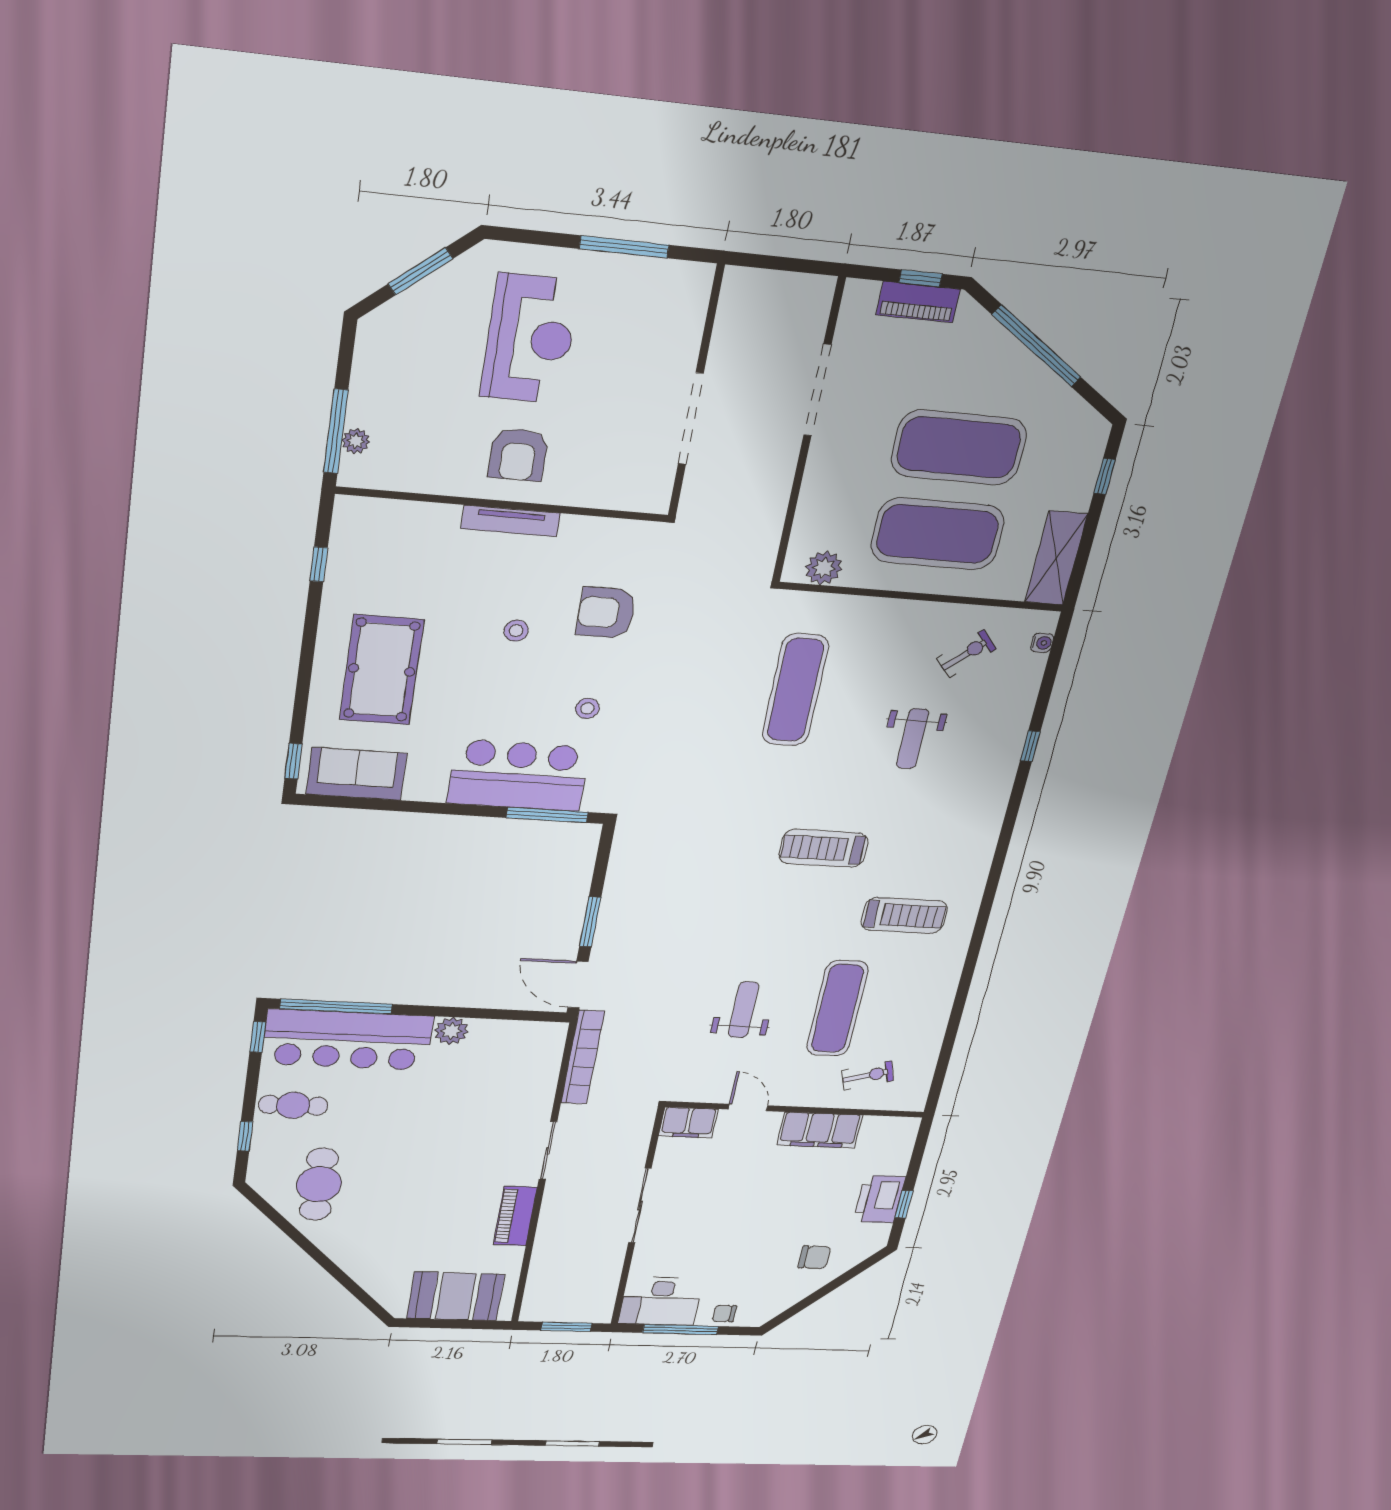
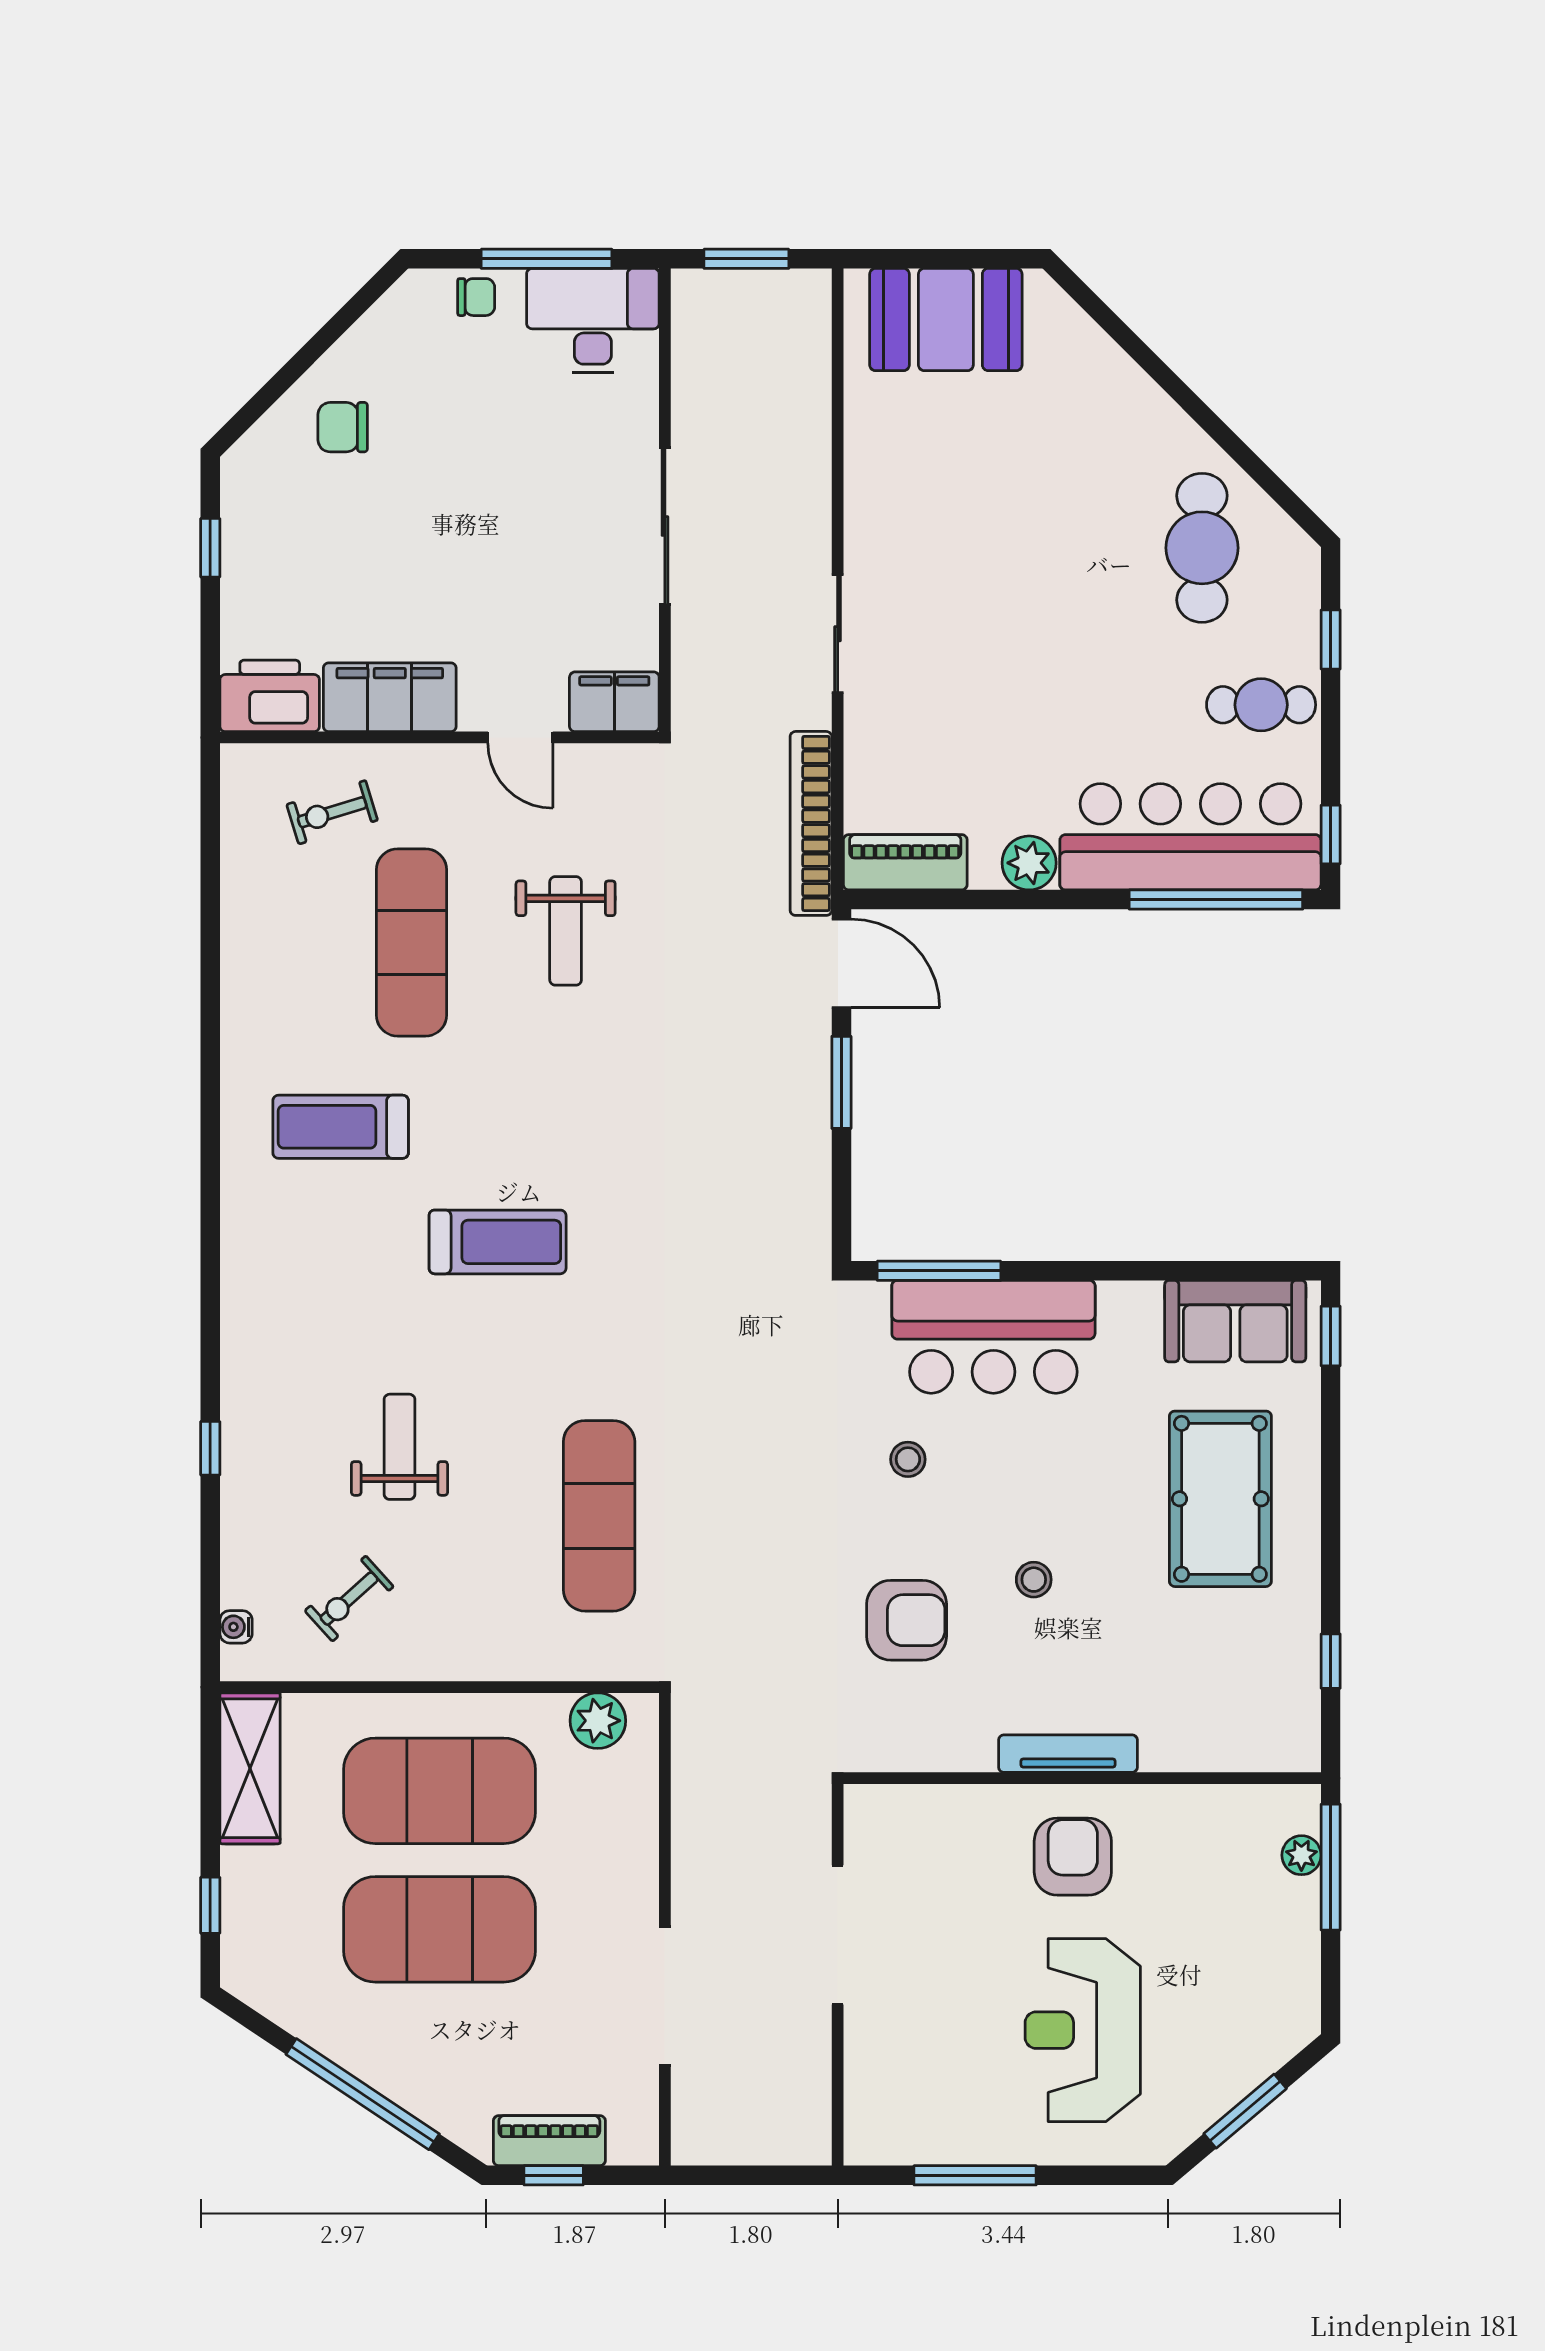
printer: (879, 1199) -> (270, 696), moved, turned -90
piano: (515, 1216) -> (905, 862), moved, turned -90

